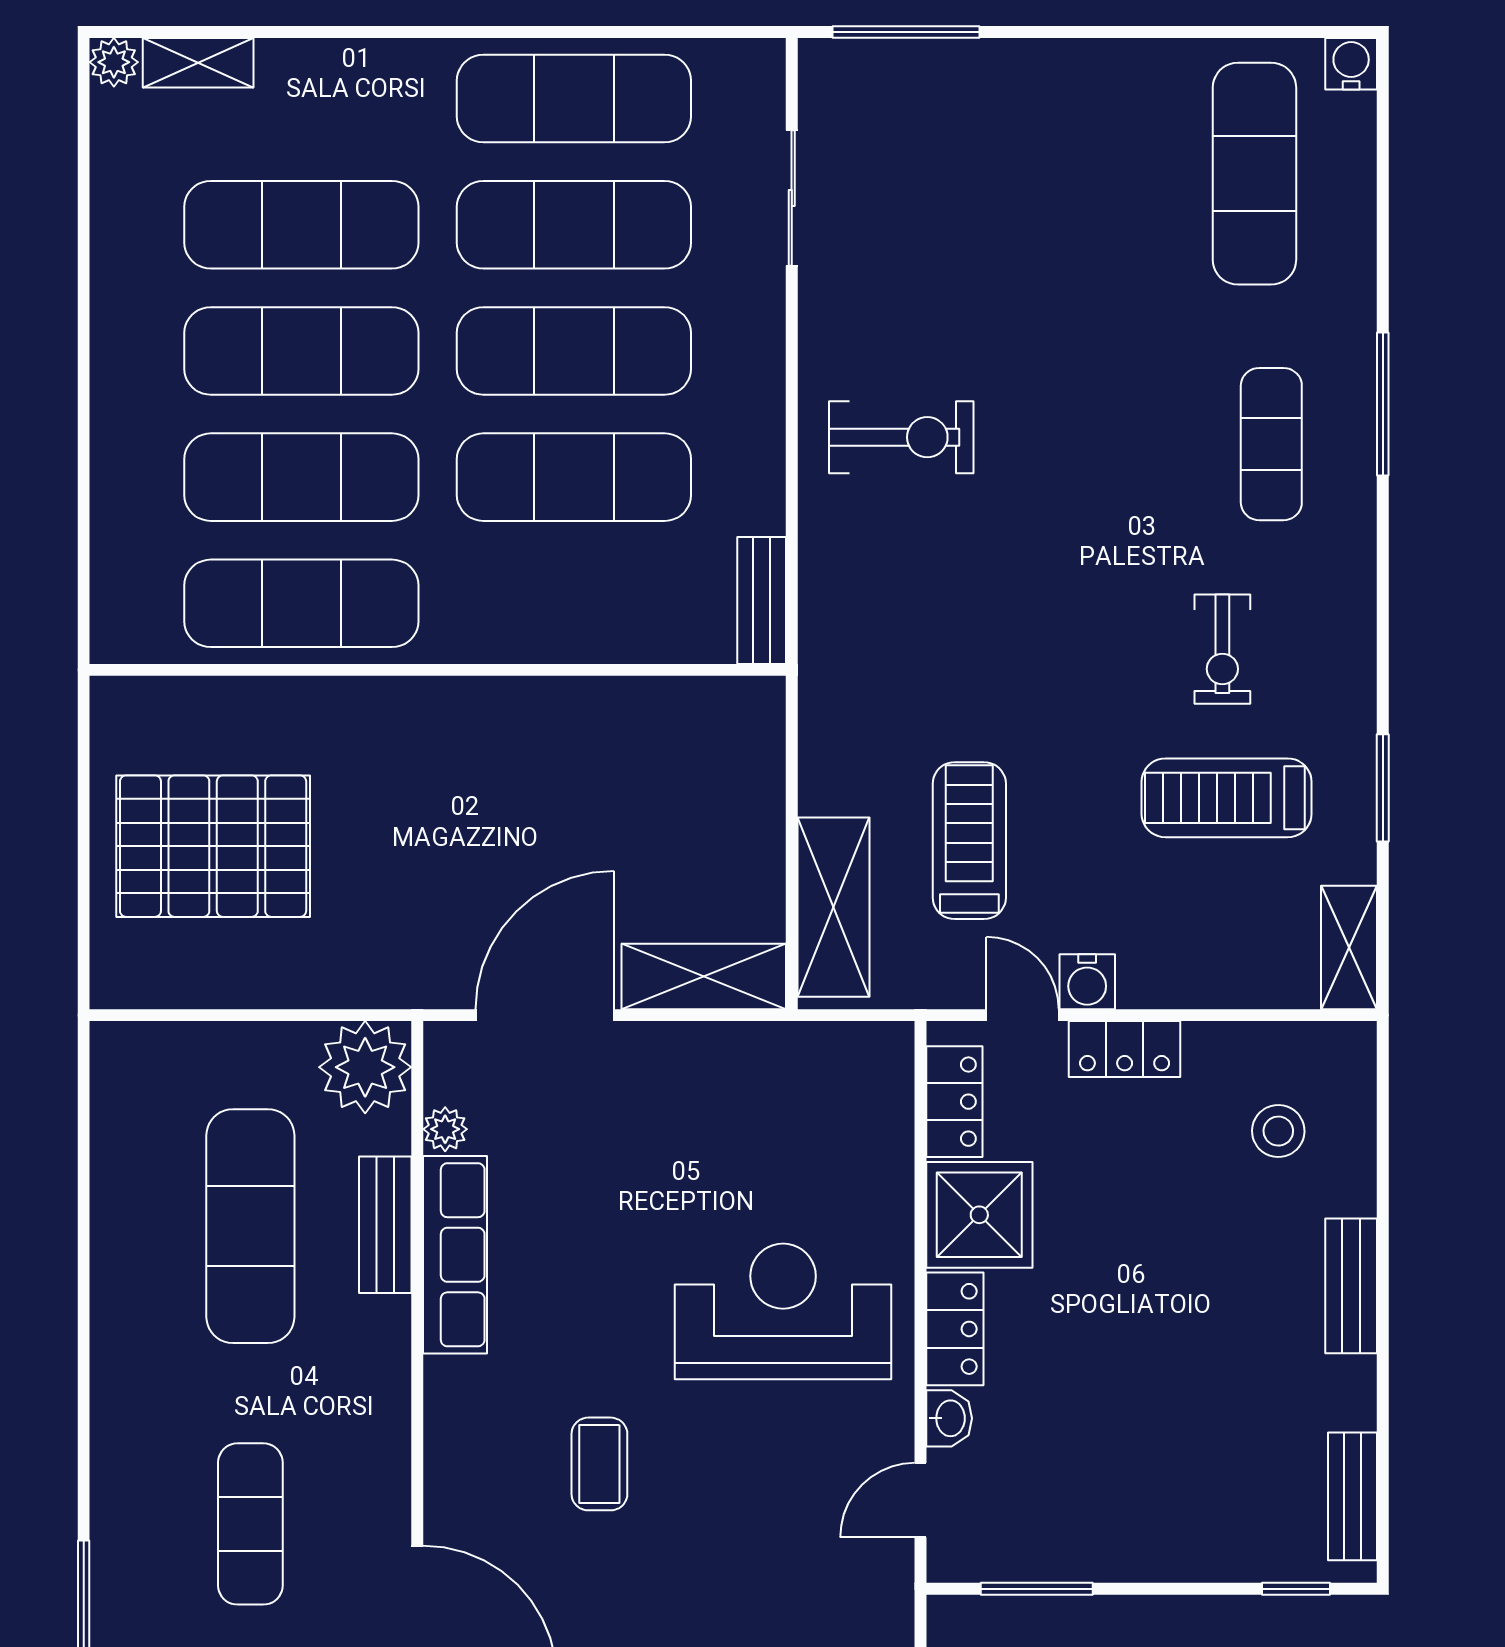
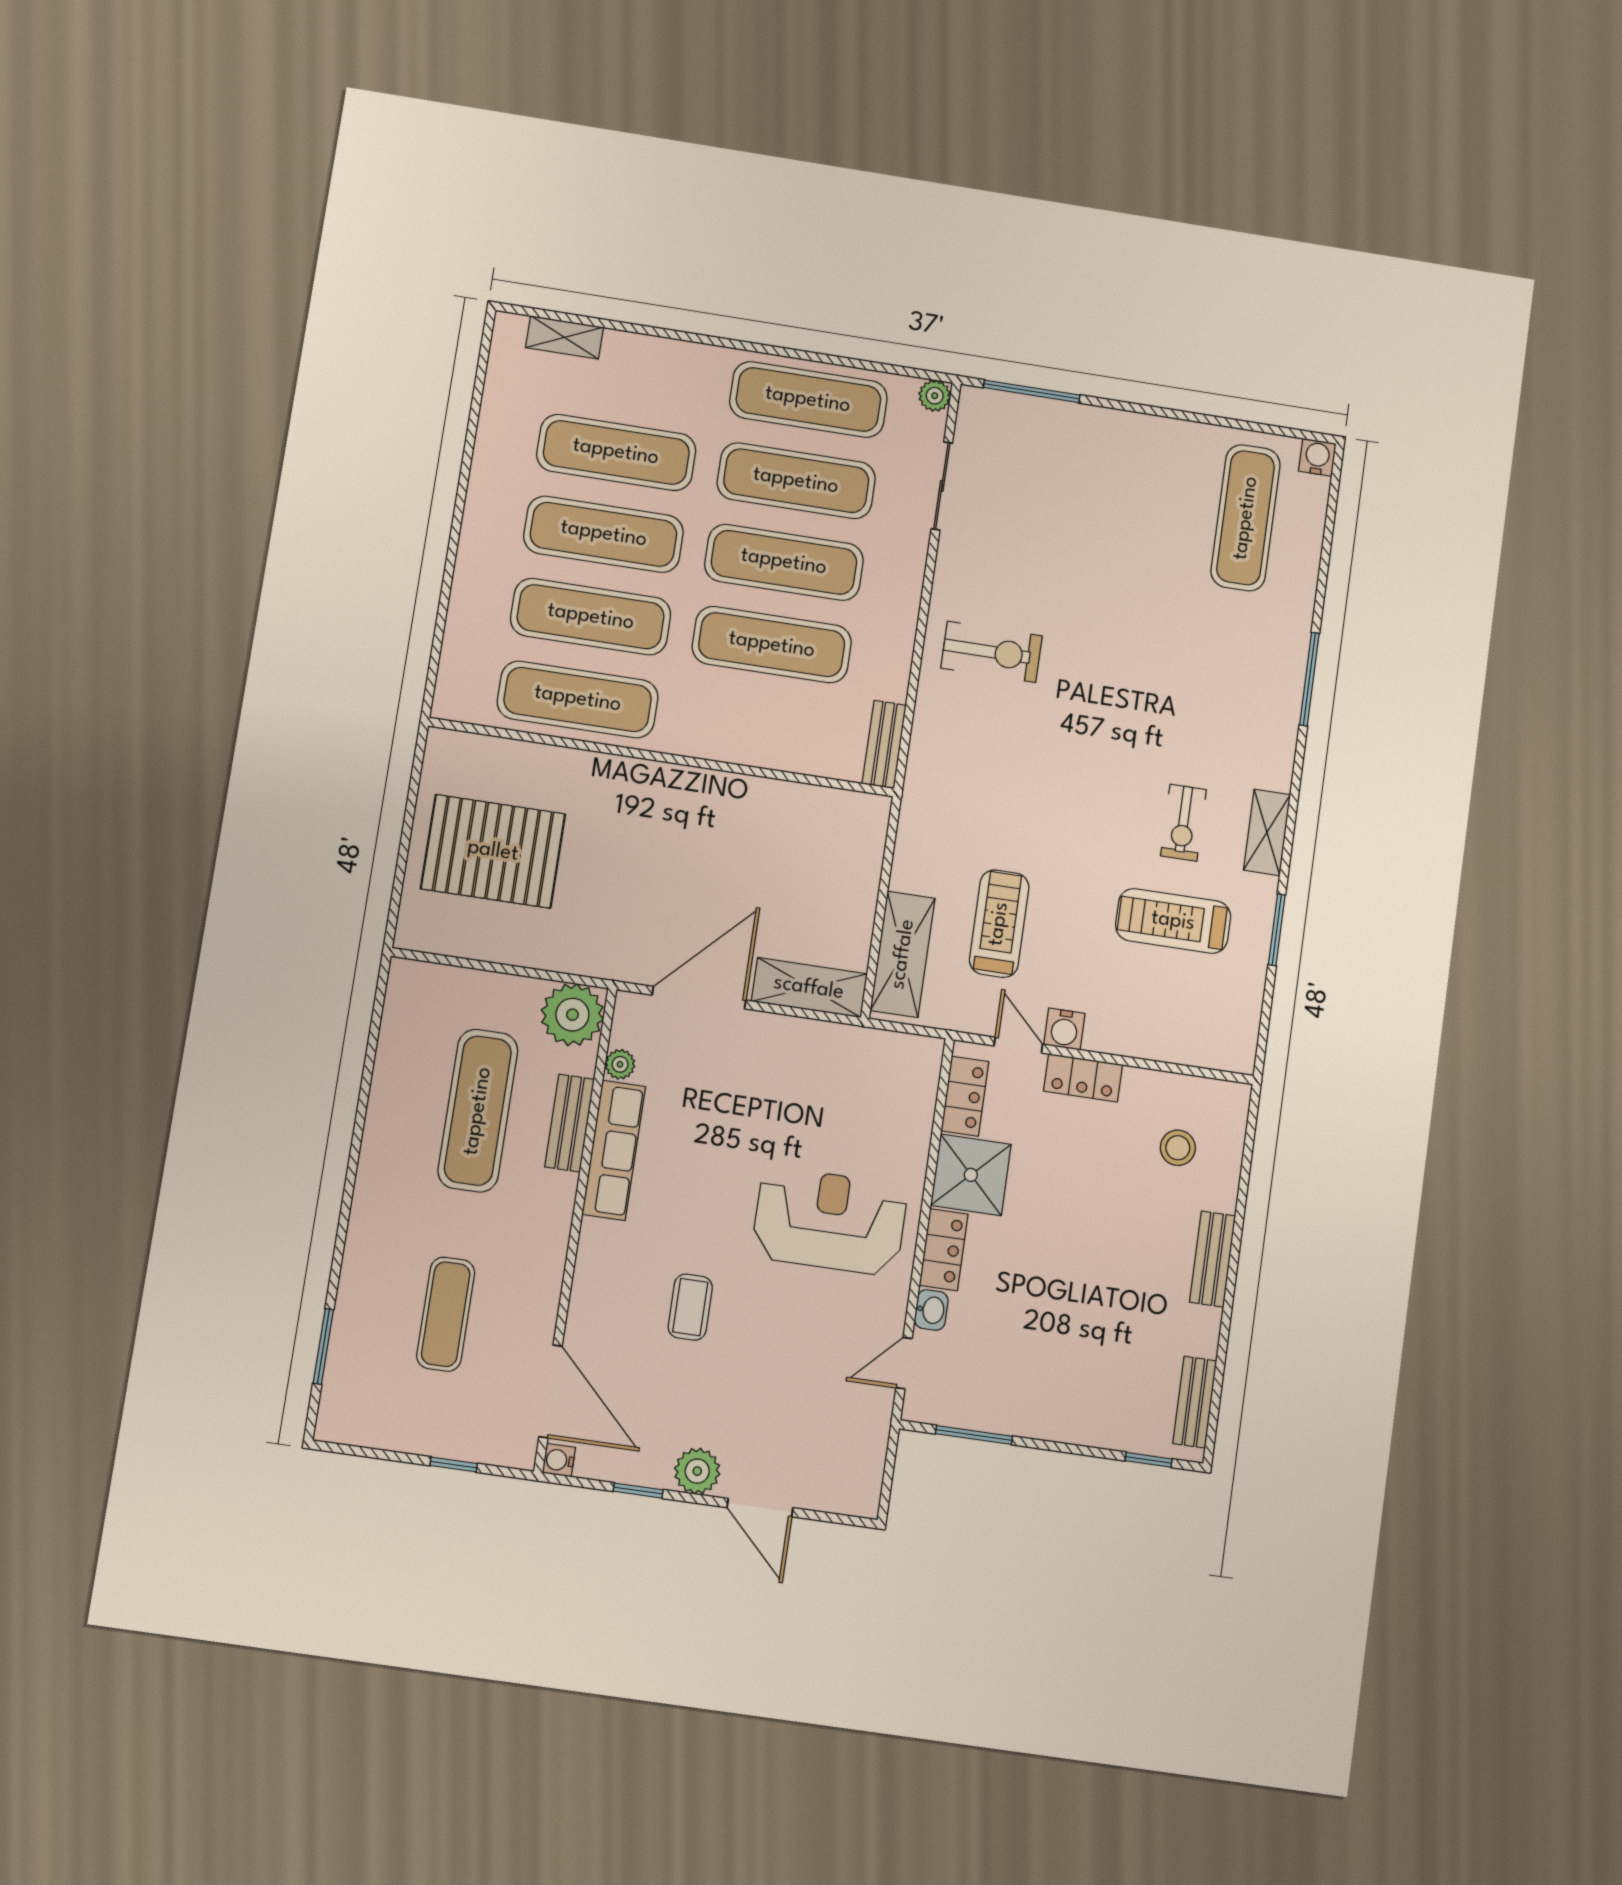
plant: (114, 62) -> (935, 396), moved
exercise mat: (1271, 444) -> (1233, 694), removed
shelving: (1349, 947) -> (1267, 832), moved

